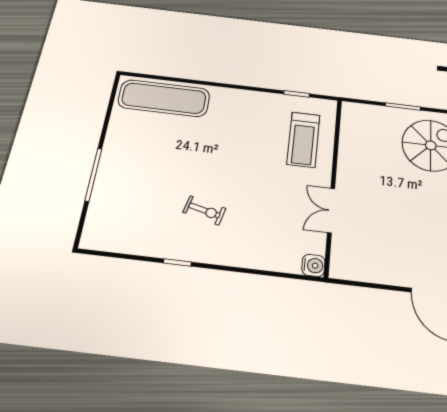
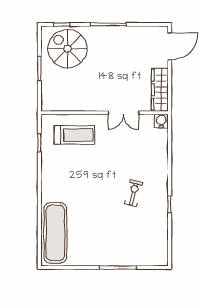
wardrobe: (364, 269) -> (160, 90), added

